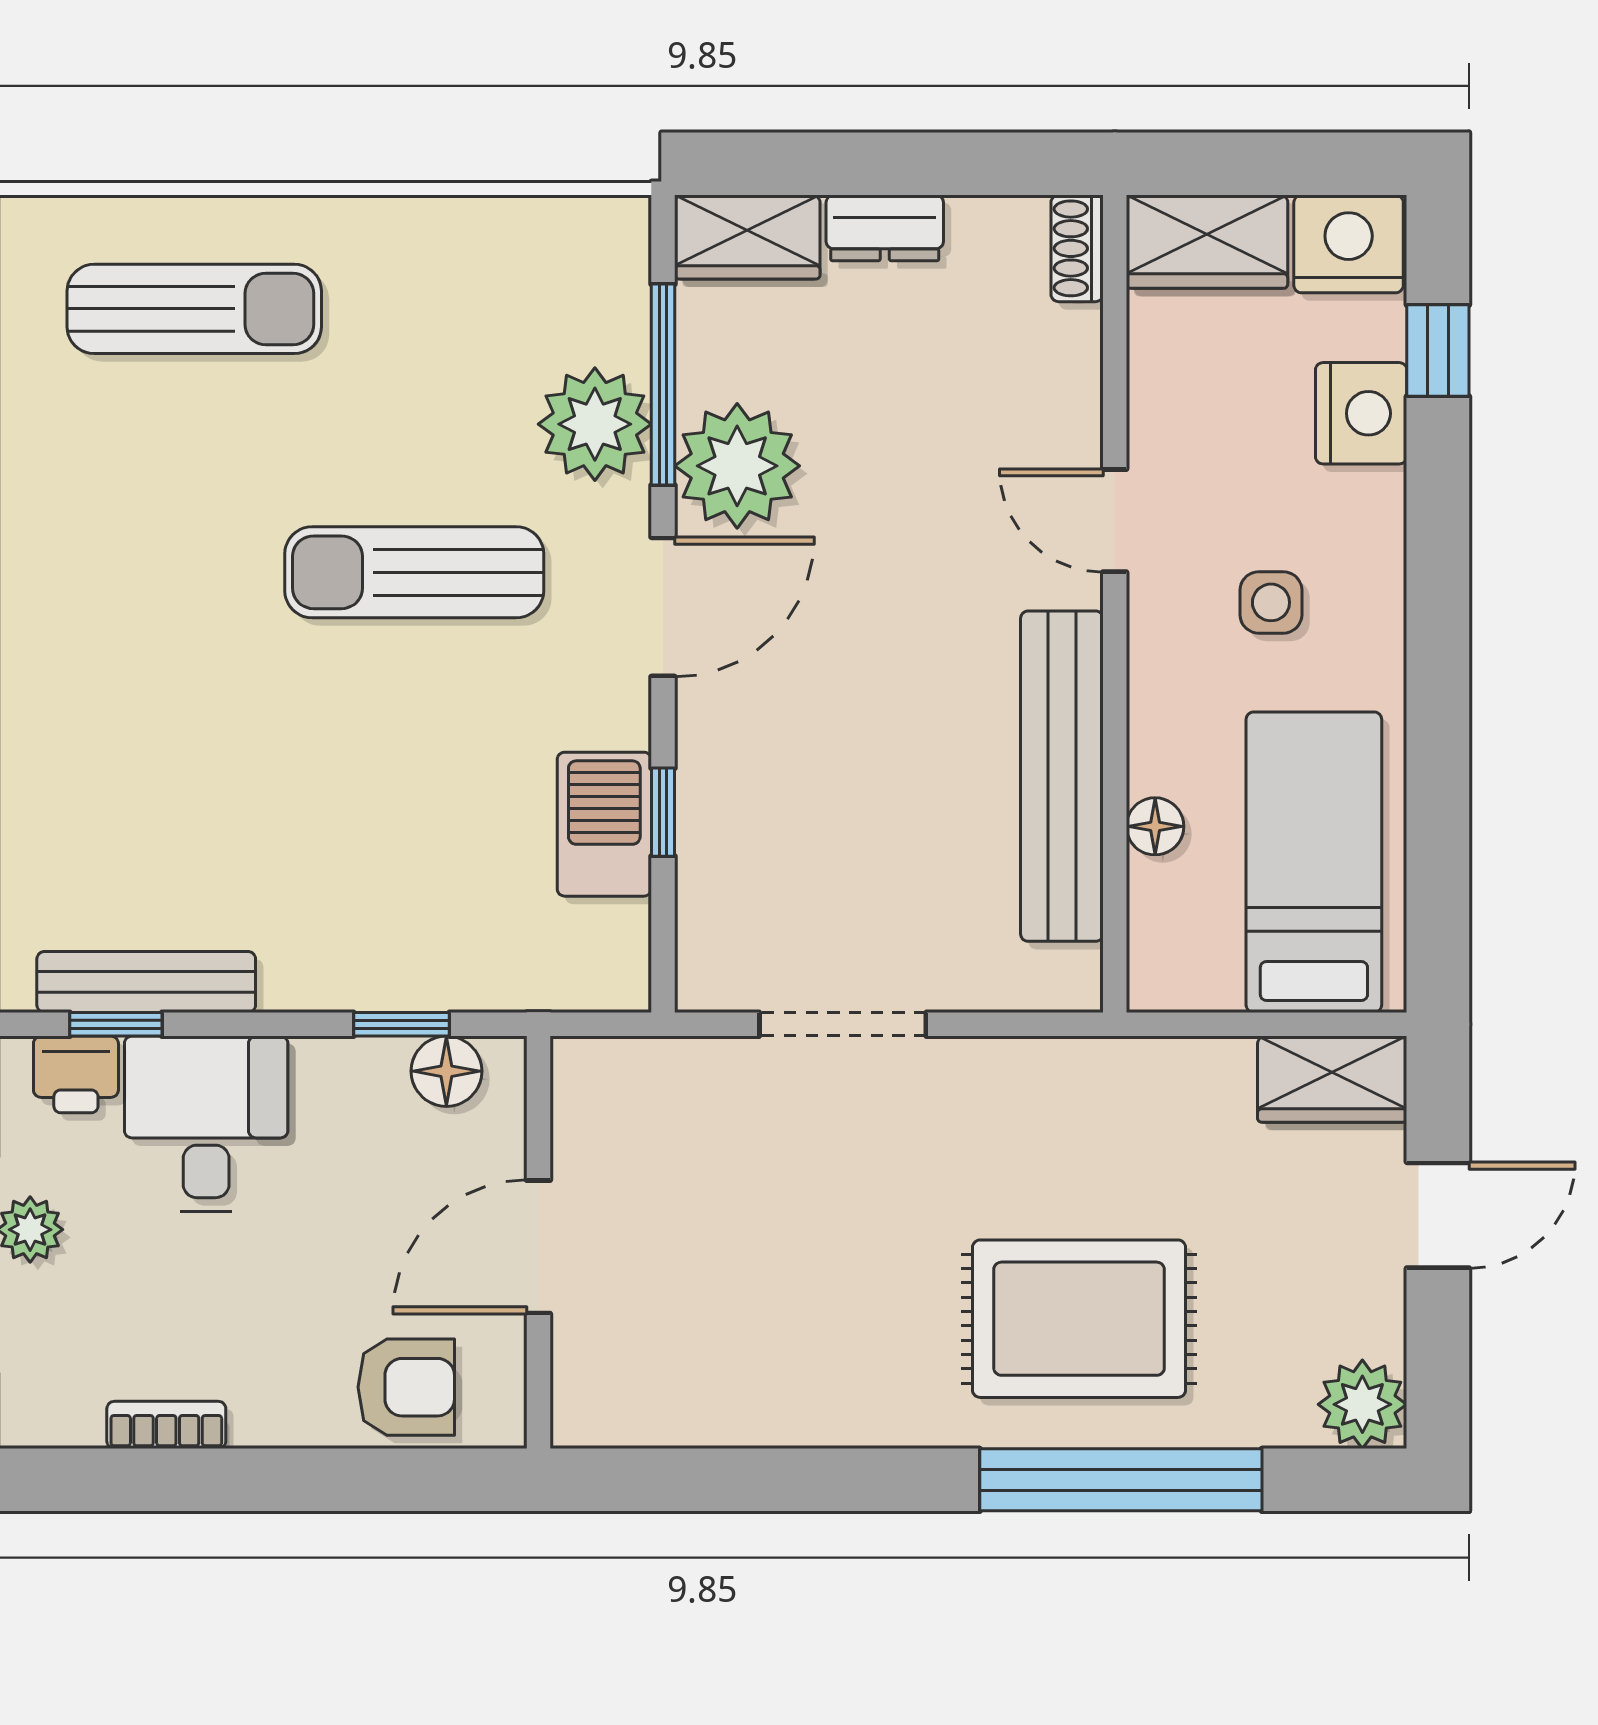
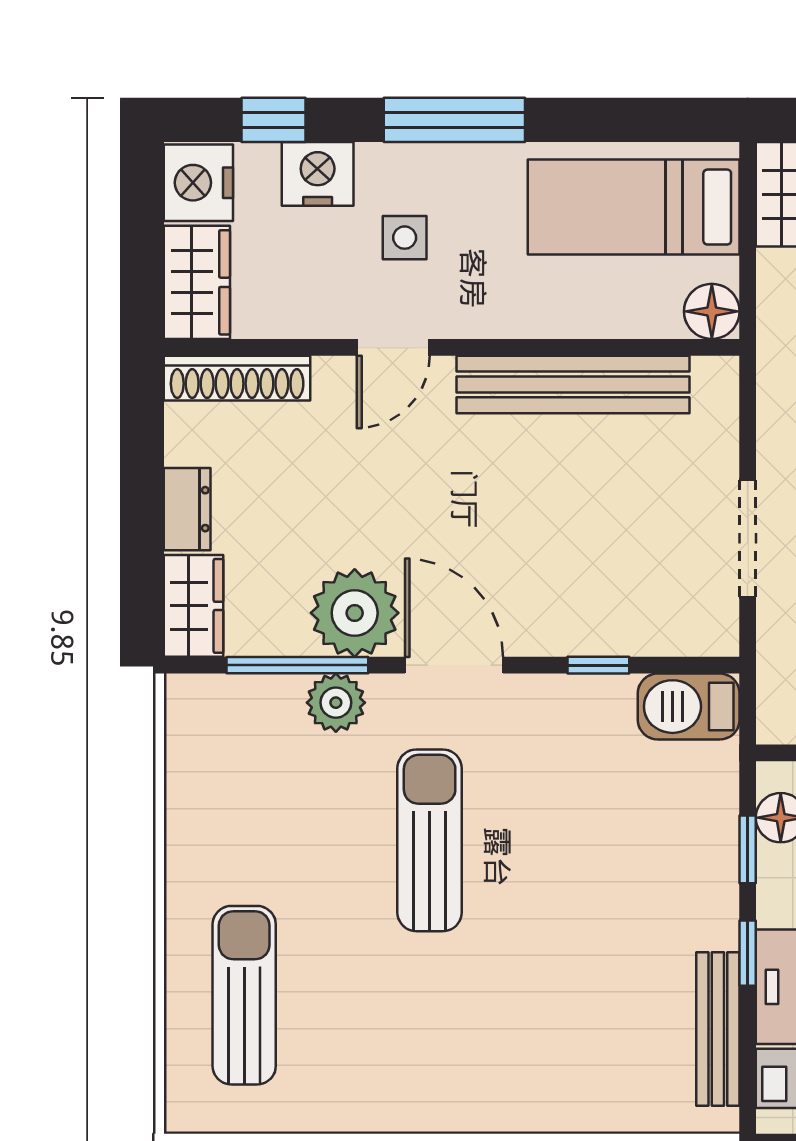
shoe rack: (1077, 248) -> (237, 378), width x1.94, depth x1.24
plant: (595, 424) -> (336, 703), width x0.73, depth x0.73
sun lounger: (414, 572) -> (430, 840), turned 180
side table: (1271, 602) -> (405, 238), moved
window: (1438, 608) -> (454, 120), added
barbecue: (604, 824) -> (689, 707), moved
floor lamp: (1155, 826) -> (712, 311), moved, width x1.37, depth x1.37
window: (116, 1024) -> (748, 953), moved

